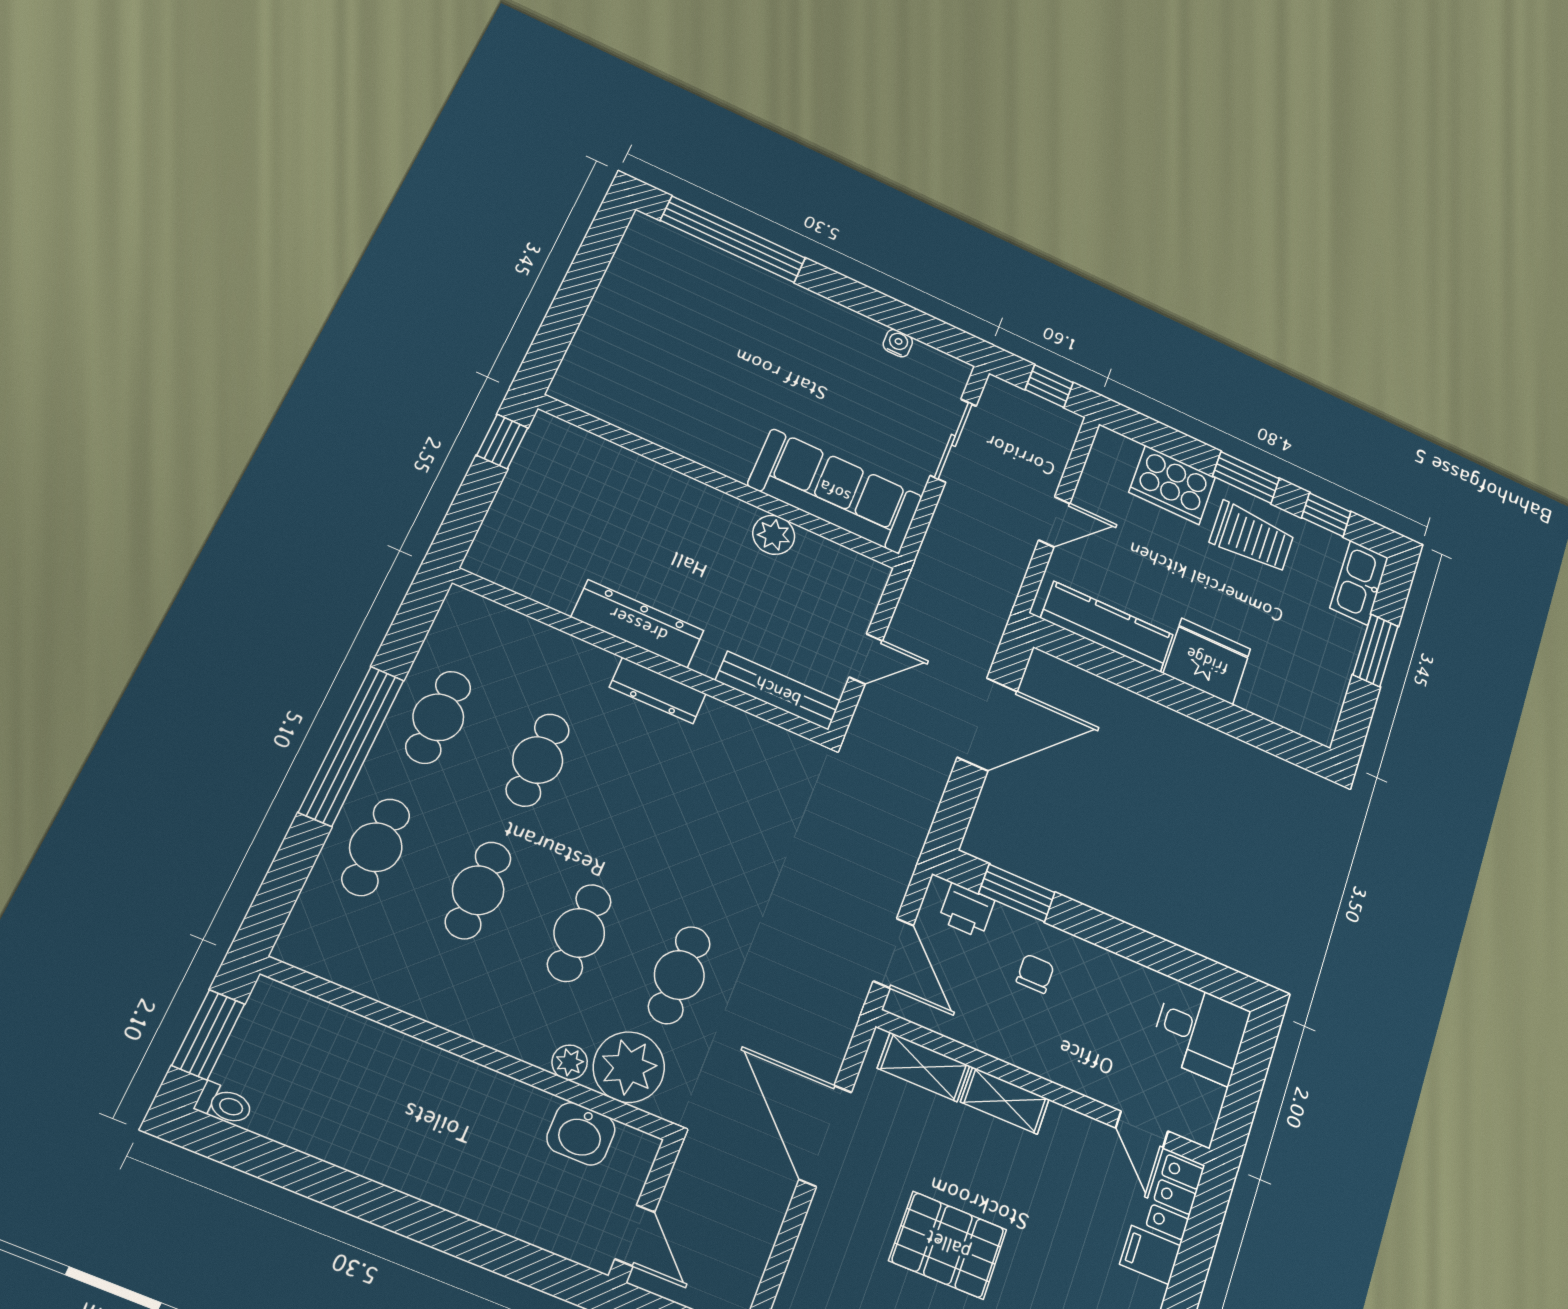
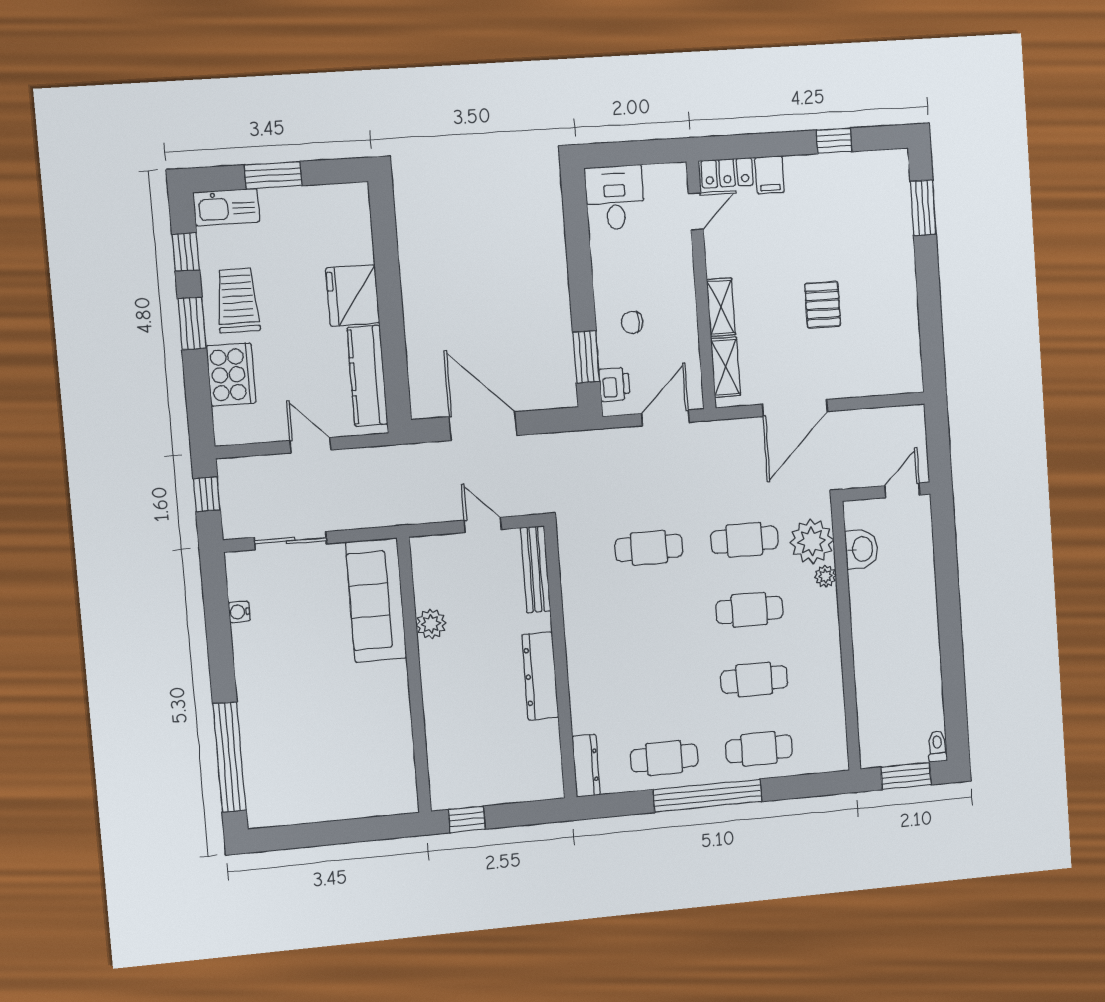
dresser: (658, 690) -> (586, 766), moved
cafe table: (538, 760) -> (649, 548), moved
pallet: (948, 1245) -> (823, 305), width x0.67, depth x0.71

